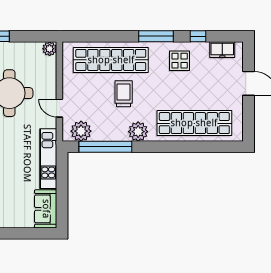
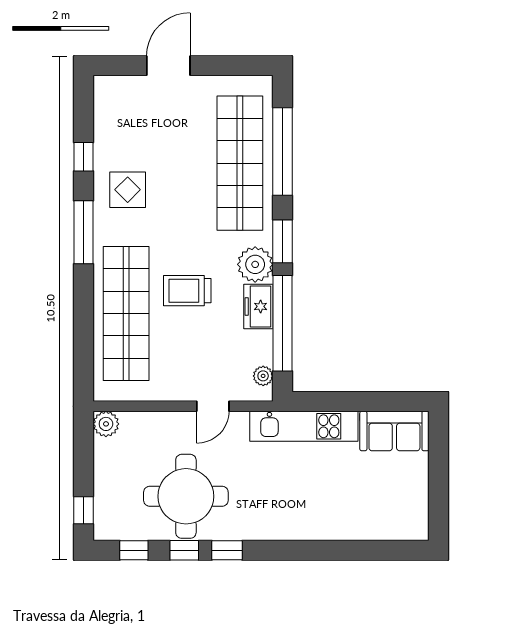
freezer: (222, 50) -> (258, 306), moved, turned 180
plant: (81, 131) -> (263, 376), width x0.53, depth x0.53
window: (151, 147) -> (283, 241), added
window: (201, 147) -> (283, 152), added

